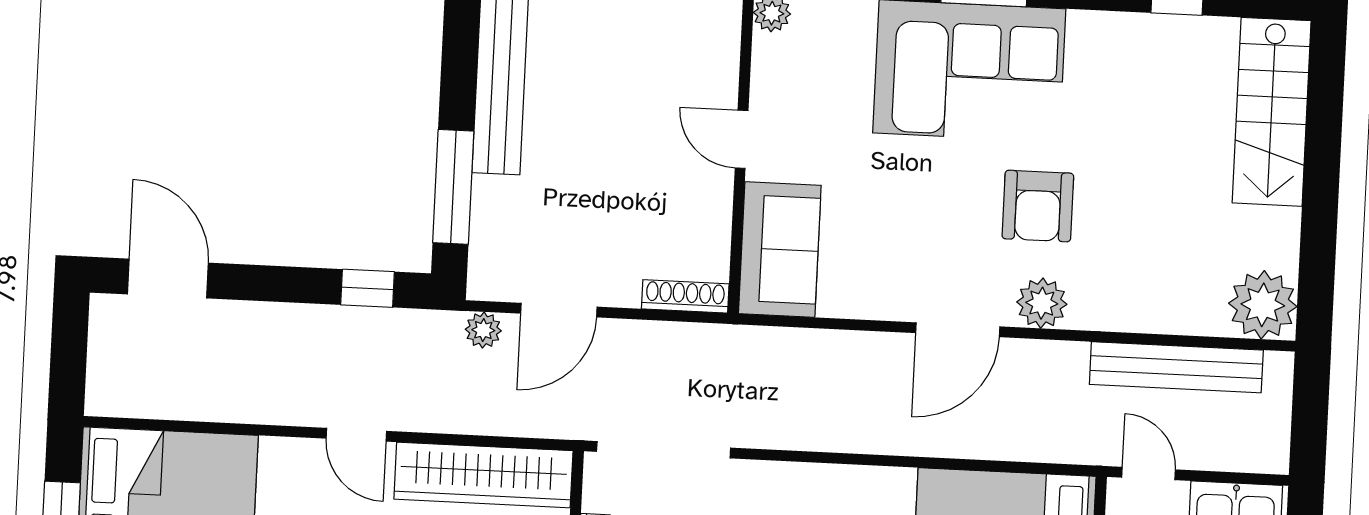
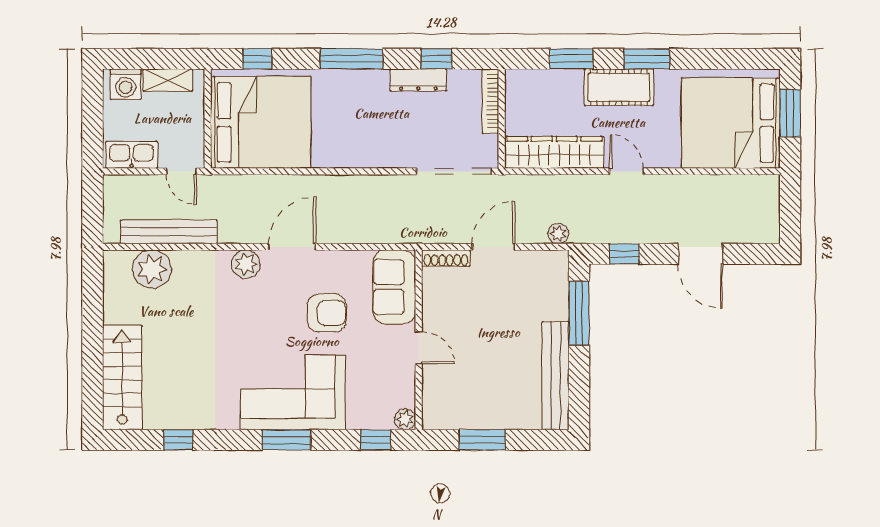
armchair: (1038, 206) -> (327, 313), moved, turned 90
door: (168, 279) -> (700, 254), moved
plant: (1263, 305) -> (152, 269), moved
door: (559, 310) -> (493, 247), moved

